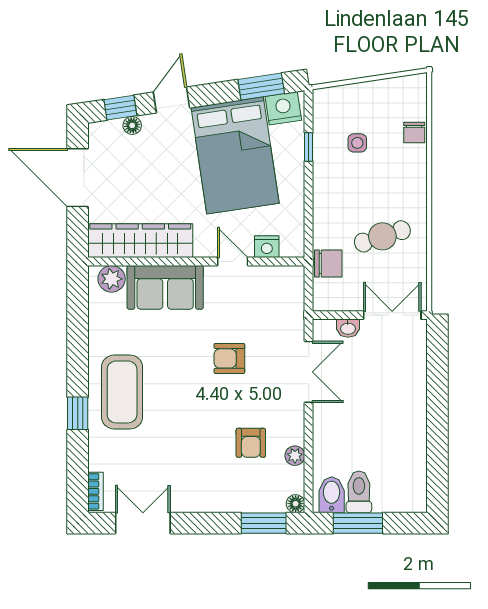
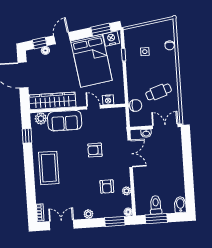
window: (78, 413) -> (27, 136), moved
bidet: (332, 495) -> (180, 205), moved
plant: (205, 502) -> (88, 214), added

